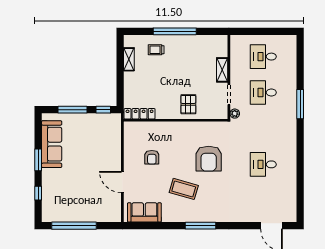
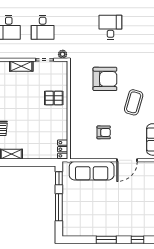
locker: (140, 114) -> (63, 149), width x0.66
sofa: (52, 144) -> (92, 171), moved, turned 180
desk: (263, 164) -> (110, 27), turned 180

